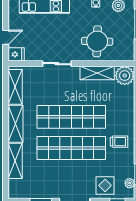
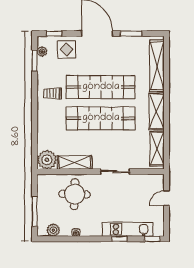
fridge: (16, 54) -> (156, 181), removed
shelving: (15, 161) -> (157, 66), width x1.47

